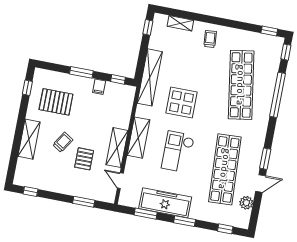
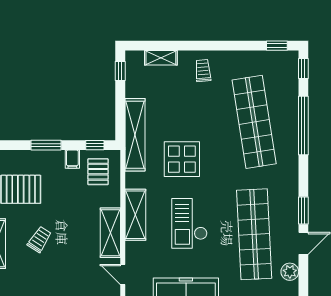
pallet: (84, 159) -> (98, 172), moved

